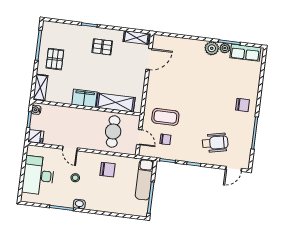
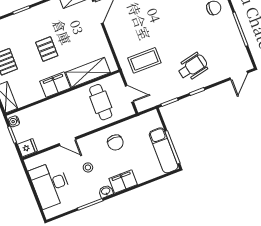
pallet: (102, 47) -> (47, 49), moved, turned 90
chair: (165, 139) -> (156, 82), removed
wheelchair: (215, 143) -> (193, 67), moved
chair: (108, 170) -> (115, 142), turned 90
exam couch: (144, 179) -> (164, 150), moved
filing cabinet: (97, 204) -> (123, 182), added

